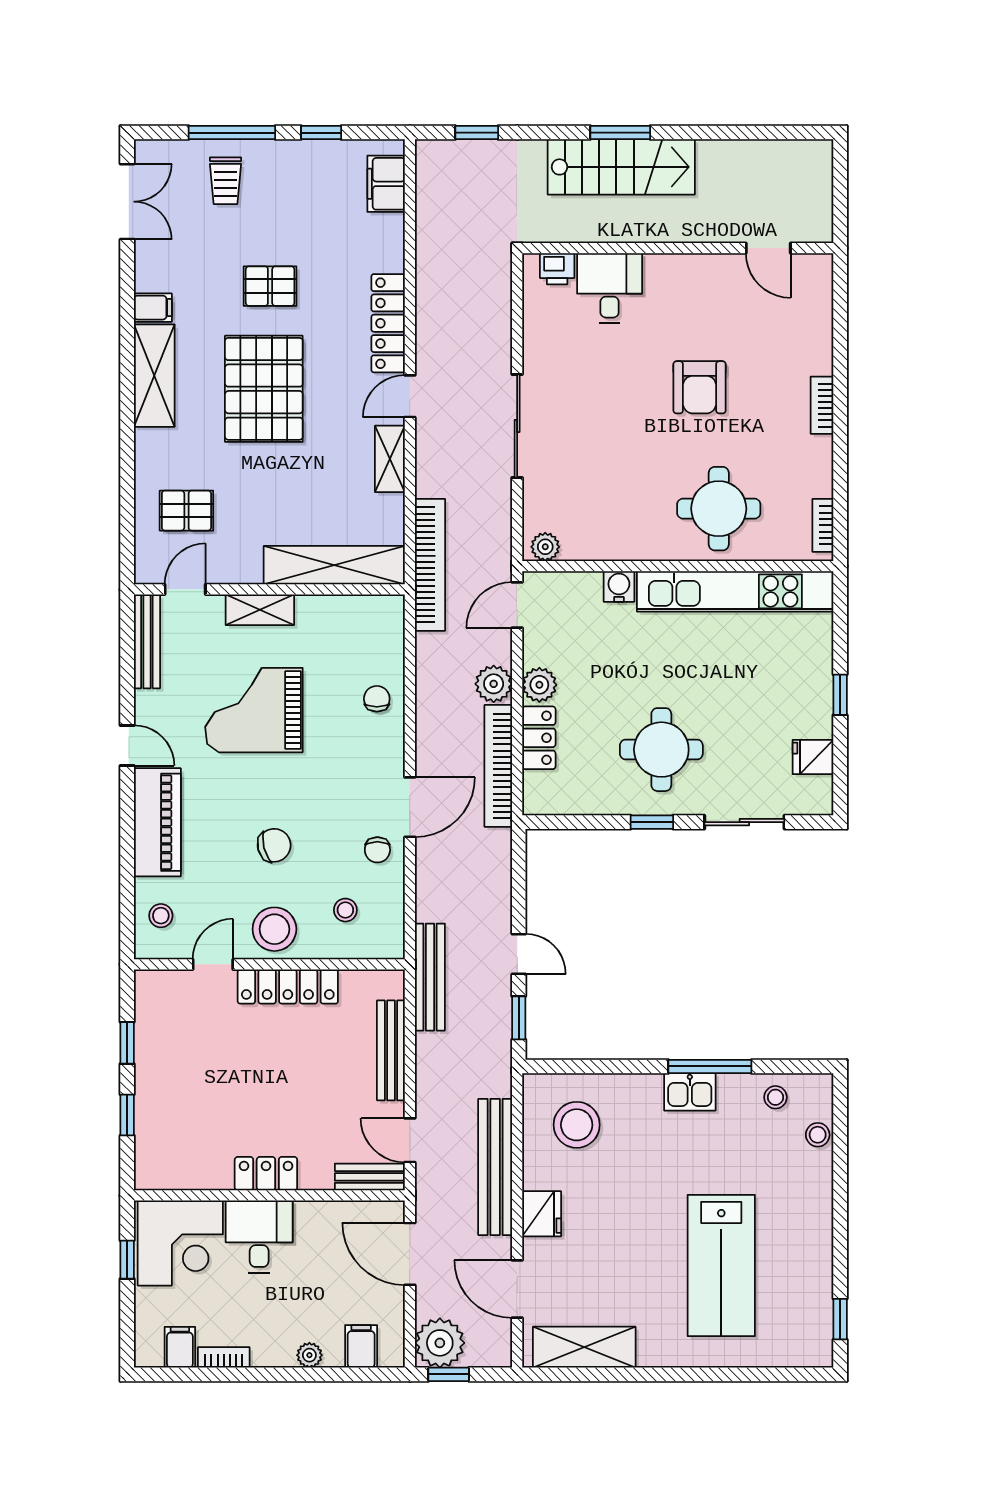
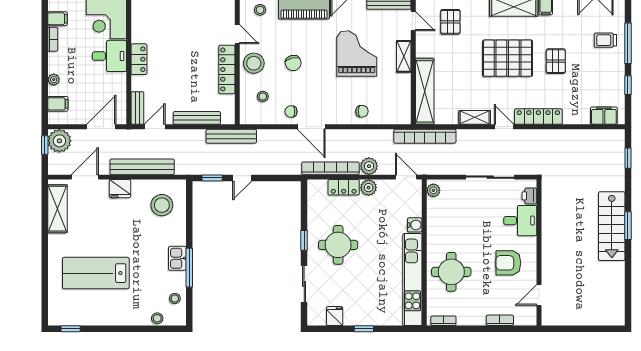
wall: (678, 248) -> (539, 253), moved
door: (768, 248) -> (539, 295), moved
printer: (557, 269) -> (529, 196), moved
desk: (610, 288) -> (520, 221), moved

